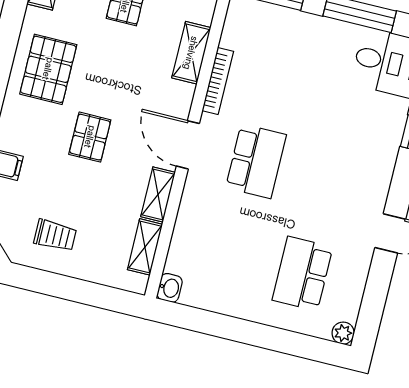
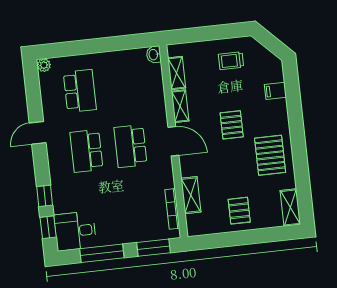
bookcase: (218, 81) -> (172, 209), moved
school desk: (326, 178) -> (86, 151), added

